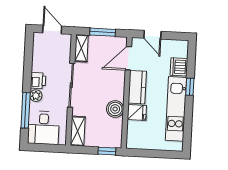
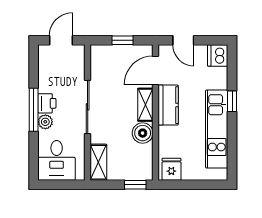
door: (52, 30) -> (61, 40), hinge flipped
window: (103, 32) -> (123, 40), width x0.67
shelving: (81, 48) -> (145, 105), moved
dishwasher: (179, 67) -> (218, 55), moved
window: (26, 110) -> (34, 110), moved
fridge: (137, 113) -> (171, 169), moved, turned -90

